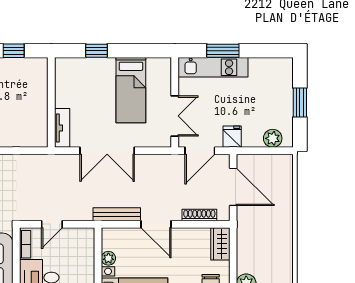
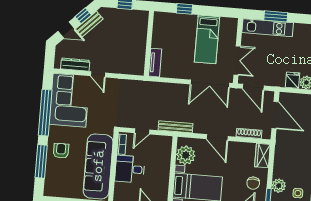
fridge: (232, 137) -> (292, 80), moved
double door: (107, 151) -> (210, 84), moved
door: (200, 151) -> (253, 87), hinge flipped
bench: (117, 214) -> (176, 127), moved
plant: (108, 258) -> (186, 155), width x1.88, depth x1.88

